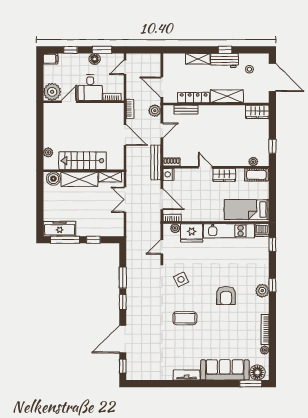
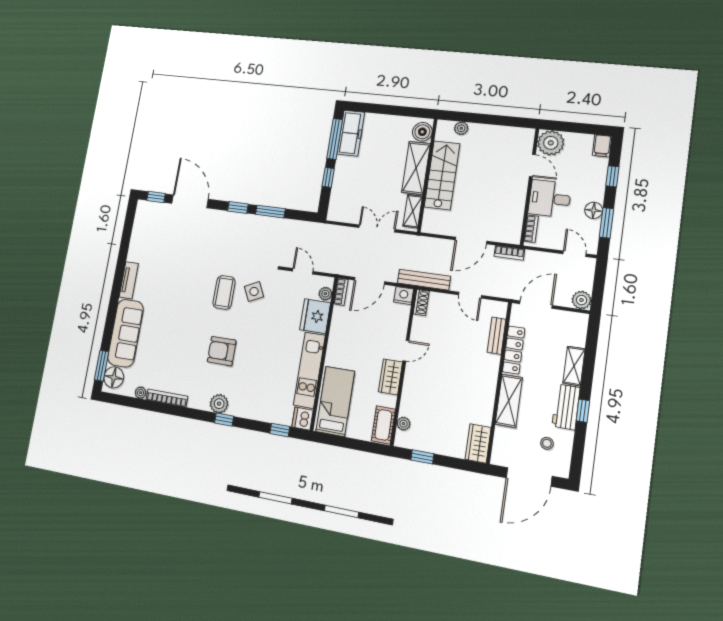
plant: (155, 111) -> (581, 300), moved
coffee table: (185, 318) -> (224, 292), moved

